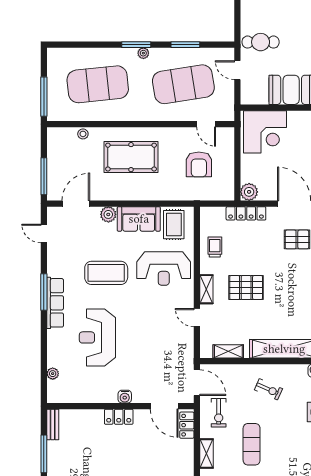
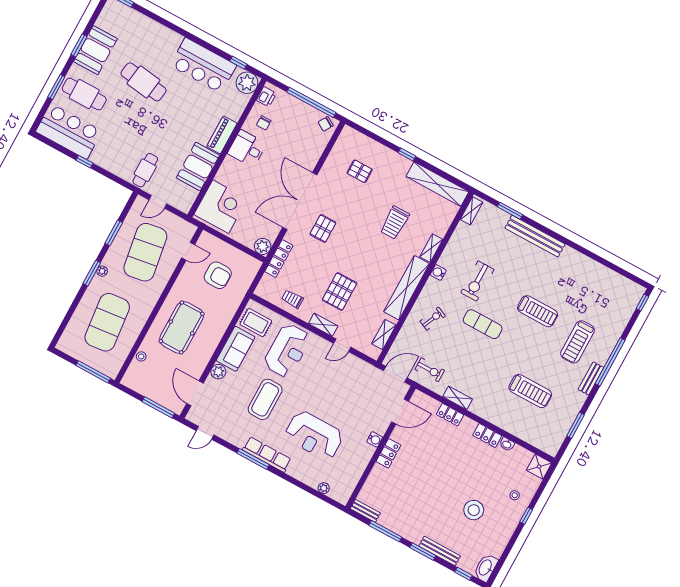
locker: (187, 425) -> (450, 415), moved
exercise mat: (252, 444) -> (483, 324), moved

